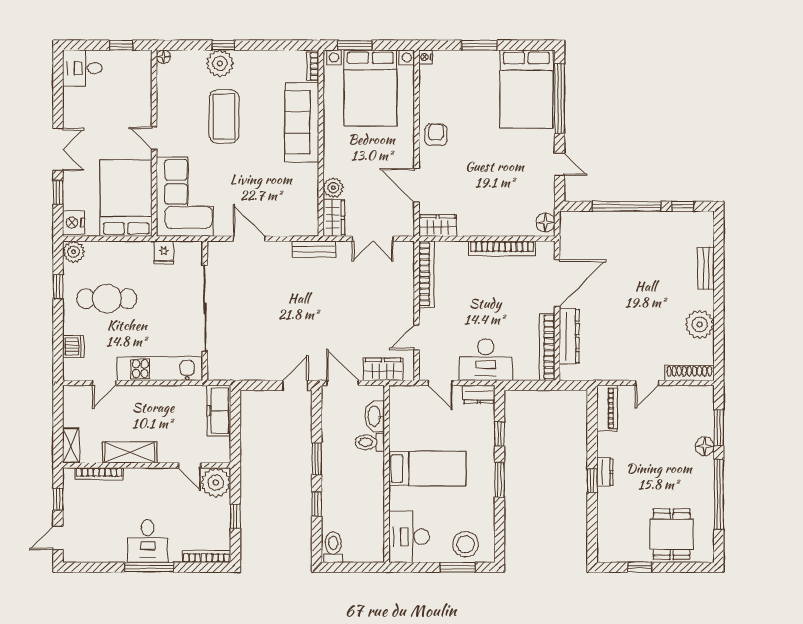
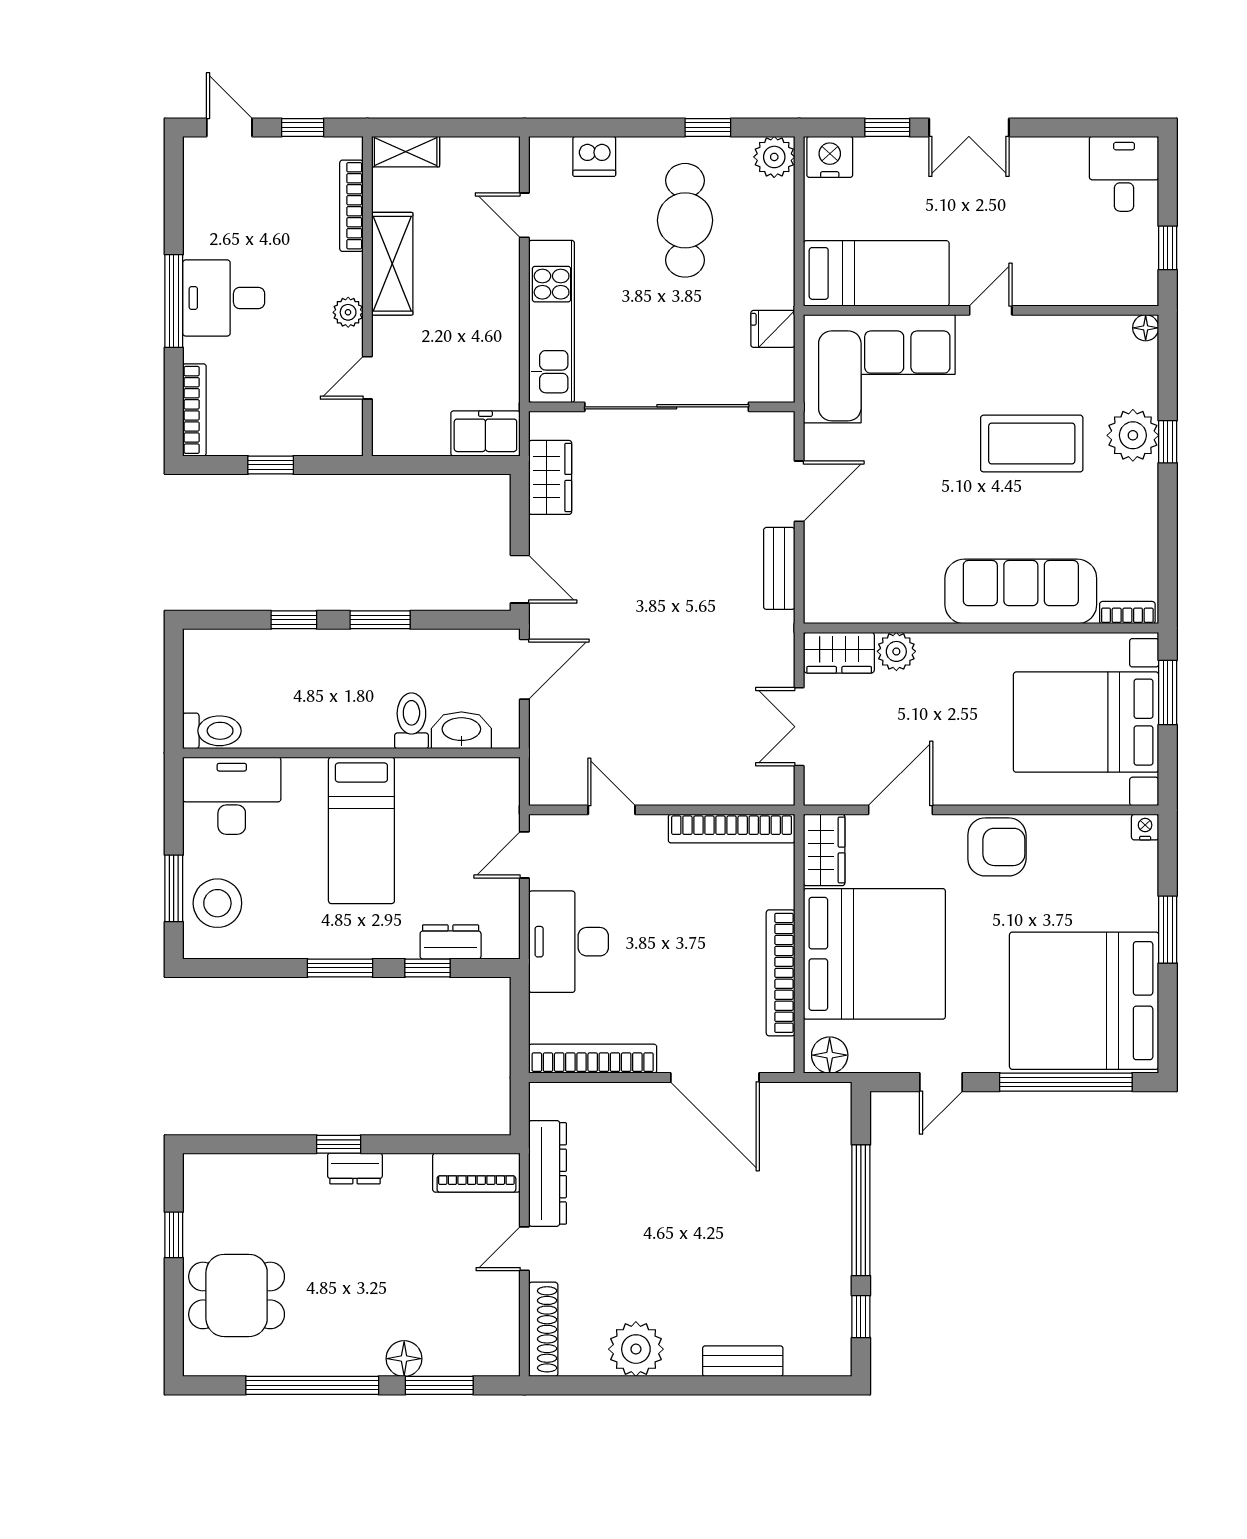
bed: (526, 89) -> (1084, 1001), width x1.36
armchair: (436, 135) -> (997, 847), width x1.38, depth x1.38
bed: (126, 198) -> (876, 273), width x0.67
bed: (492, 199) -> (874, 954), added
bench: (314, 249) -> (779, 568), moved
dresser: (569, 336) -> (548, 1173), moved, turned -90
wardrobe: (383, 369) -> (550, 477), moved
door: (647, 383) -> (524, 1249), hinge flipped
dresser: (479, 394) -> (451, 942), moved, turned 90
freezer: (219, 411) -> (485, 433), width x0.71
plant: (216, 483) -> (348, 312), moved, width x0.53, depth x0.53
toilet: (333, 547) -> (212, 731), moved

